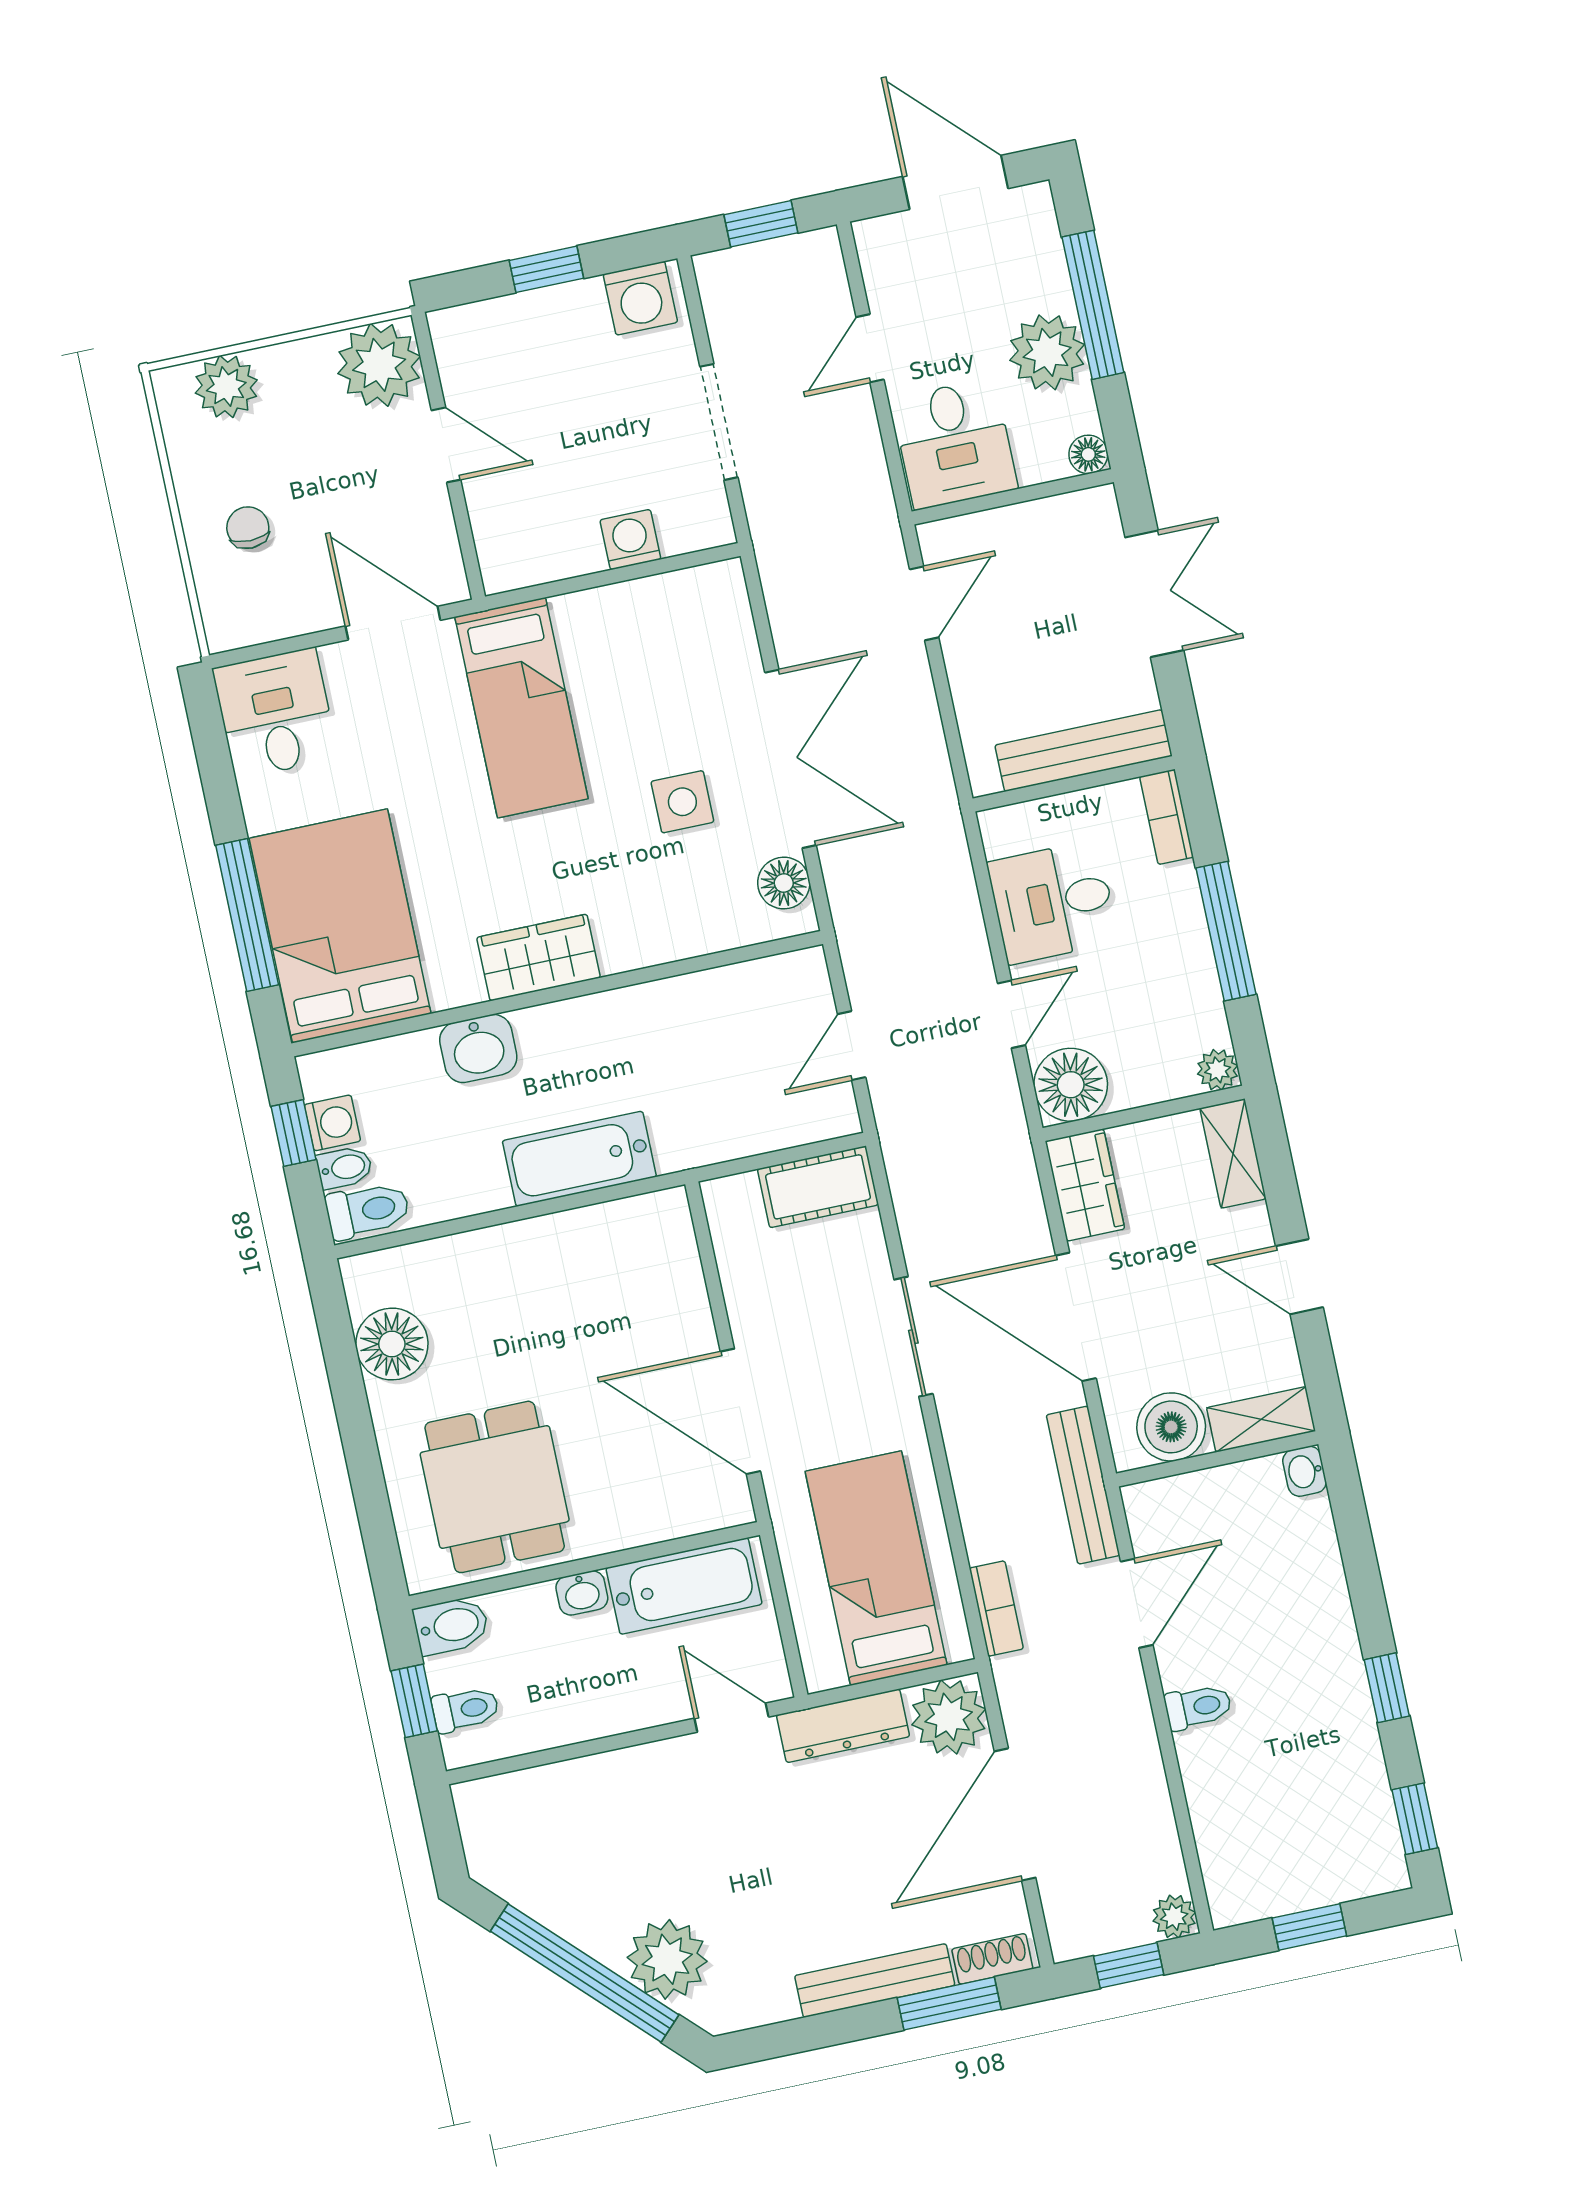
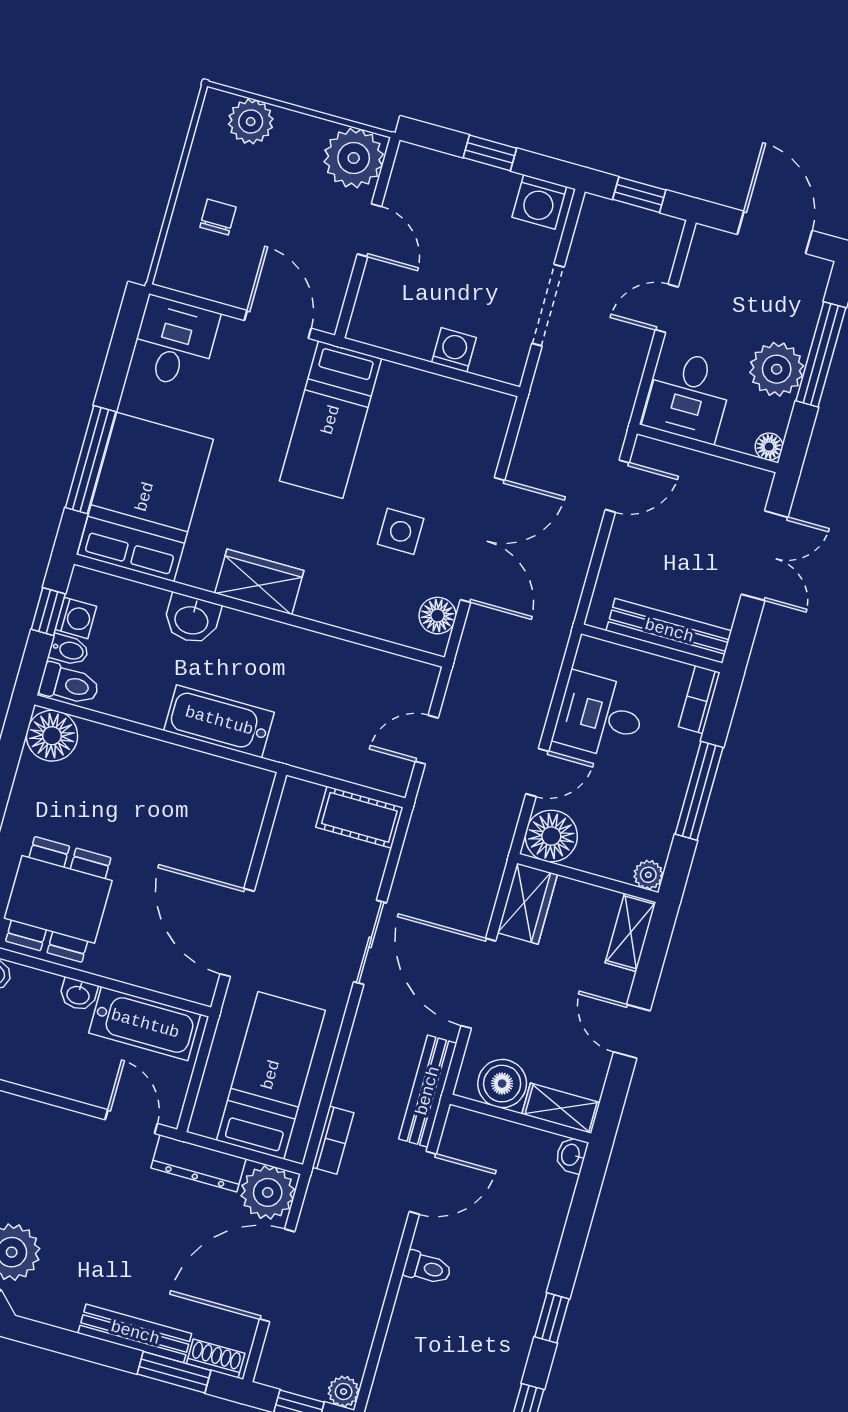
floor lamp: (392, 1344) -> (52, 736), moved

